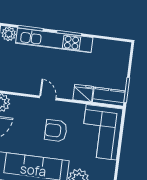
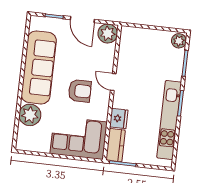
kitchen unit: (54, 40) -> (169, 120), moved
door: (48, 98) -> (113, 82), swing flipped
armchair: (56, 131) -> (80, 91), turned 90

